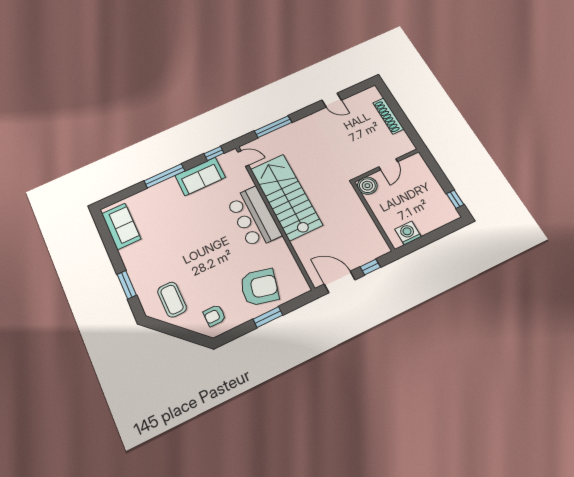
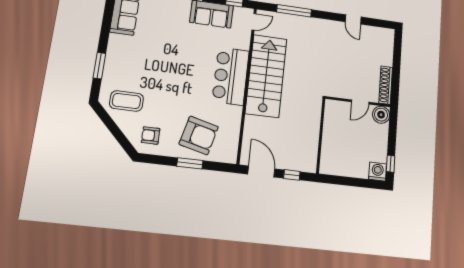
shoe rack: (388, 116) -> (386, 85), moved
door: (243, 159) -> (254, 22), hinge flipped
boiler: (367, 186) -> (381, 115), moved
washing machine: (408, 233) -> (378, 172), moved
coffee table: (172, 300) -> (126, 101), turned 90

